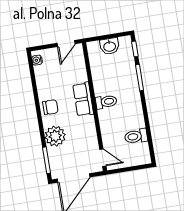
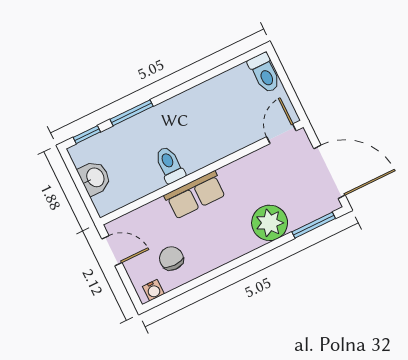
toilet: (106, 102) -> (170, 165), moved
chair: (50, 107) -> (171, 258), moved
toilet: (136, 136) -> (264, 73), moved

